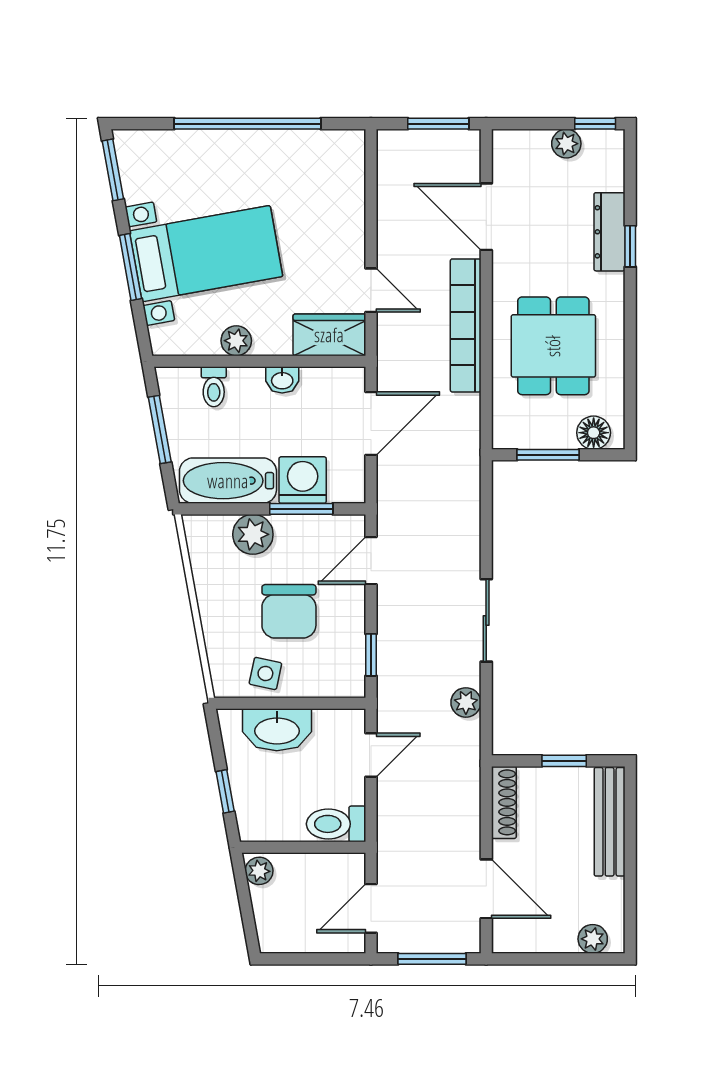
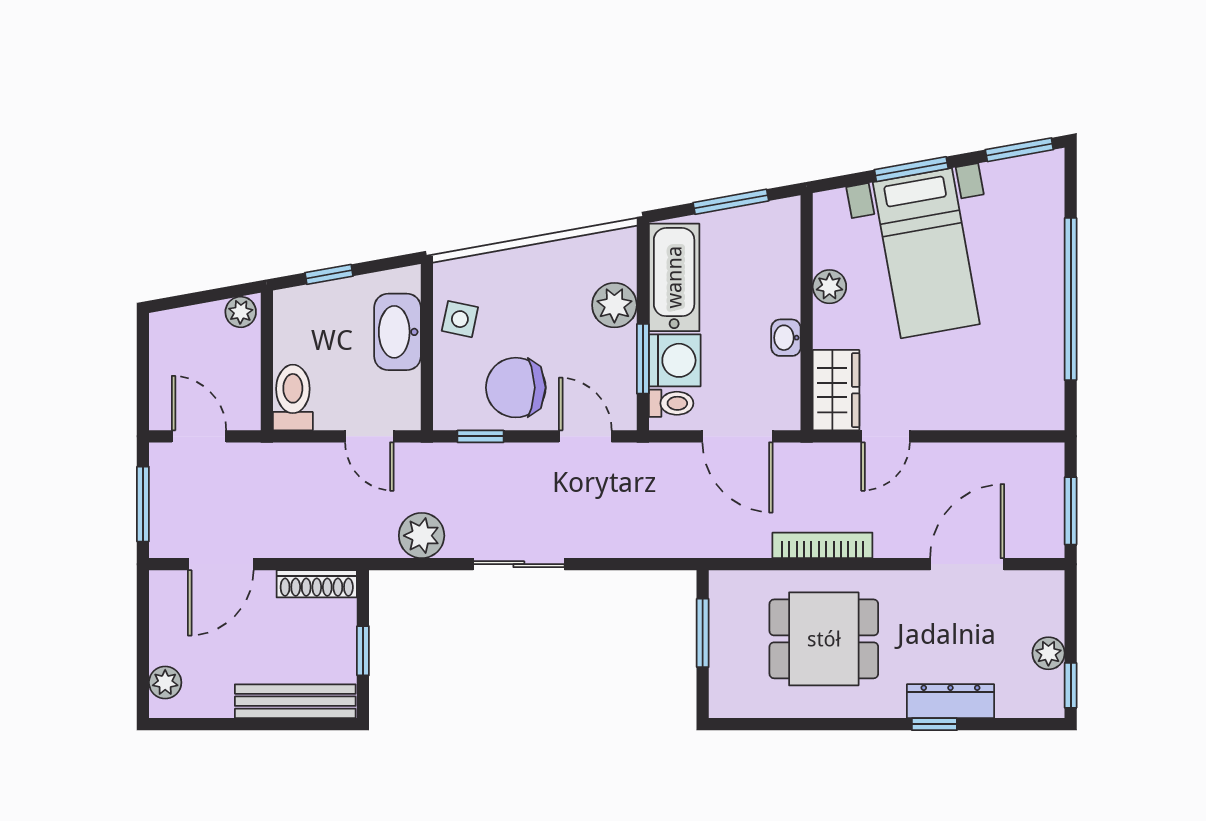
bookcase: (466, 325) -> (822, 545), width x0.68, depth x0.76
toilet: (214, 387) -> (671, 403), moved, turned 180
floor lamp: (594, 433) -> (727, 683), removed
chair: (289, 611) -> (516, 388), moved
plant: (466, 702) -> (422, 536), width x1.38, depth x1.38

